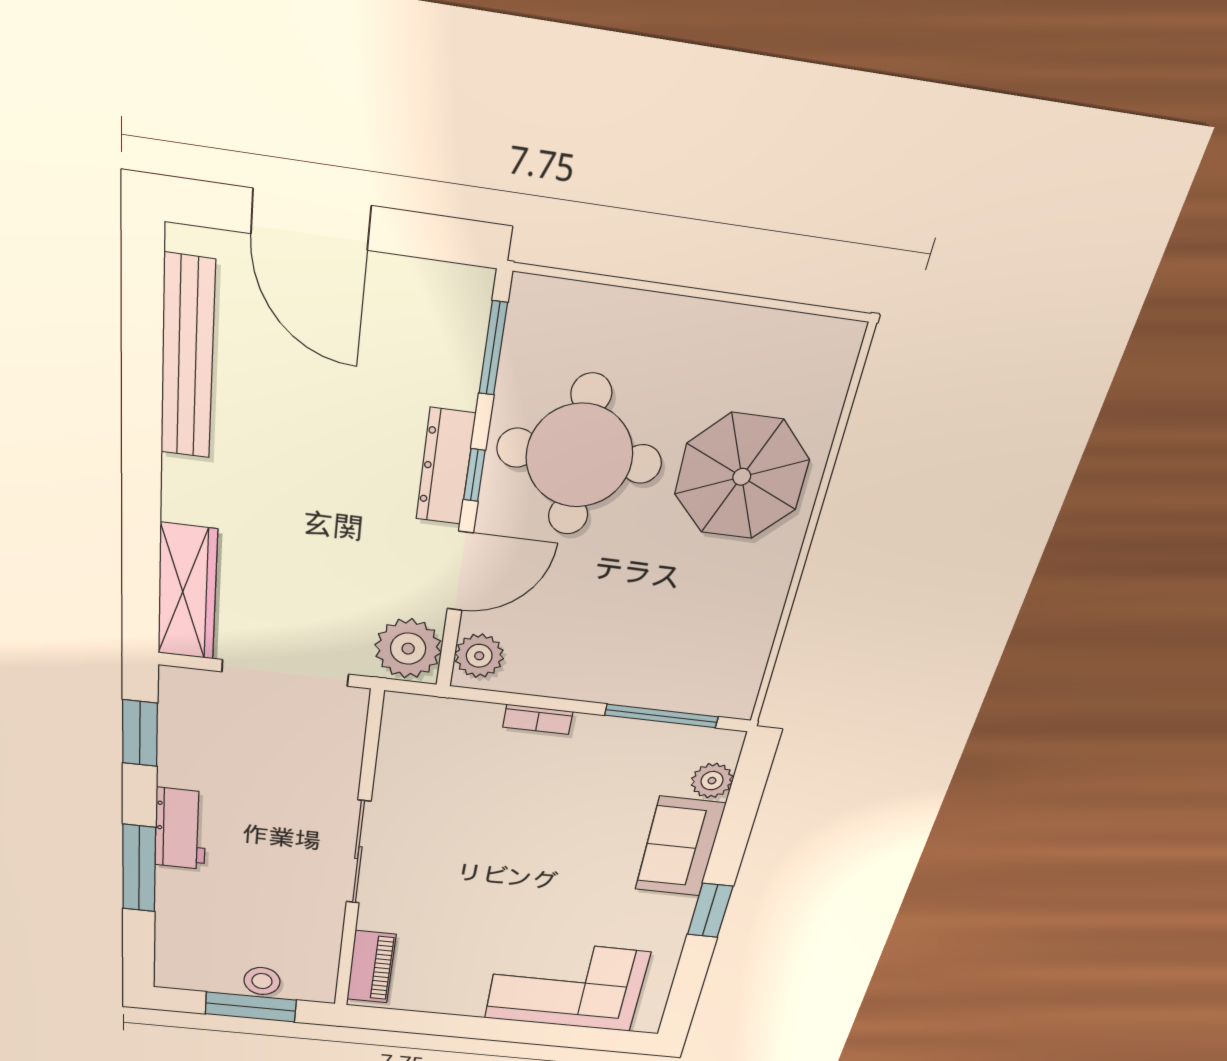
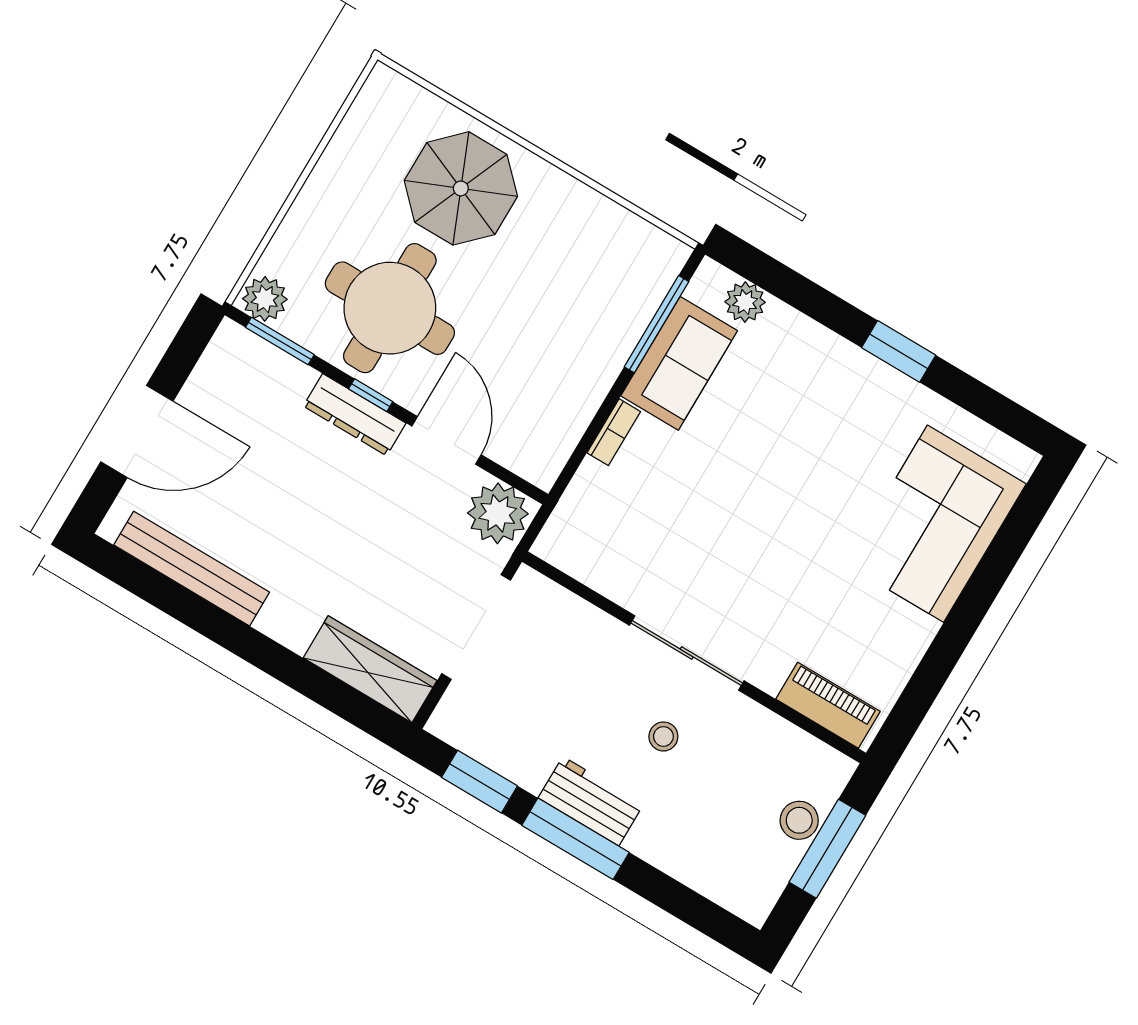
plant: (479, 656) -> (265, 299), moved
sofa: (680, 847) -> (679, 363), moved, turned -90
stool: (273, 862) -> (663, 736), added
window: (139, 869) -> (576, 839), moved

